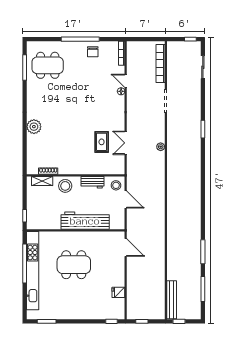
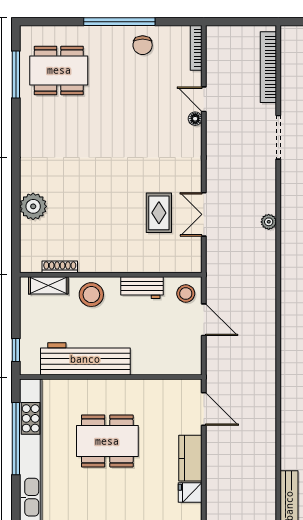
plant: (34, 127) -> (33, 206), moved
workbench: (85, 221) -> (85, 359), moved
kitchen counter: (119, 274) -> (190, 458), added

